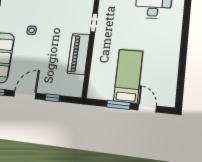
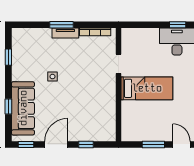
piano: (79, 54) -> (107, 98), removed
bed: (128, 76) -> (147, 88), moved, turned 90

